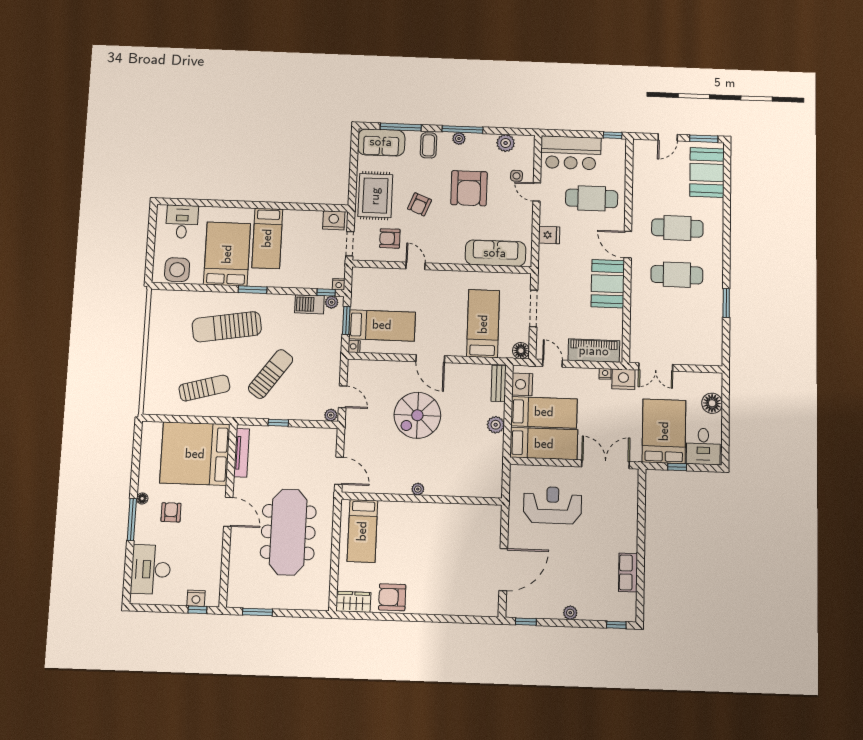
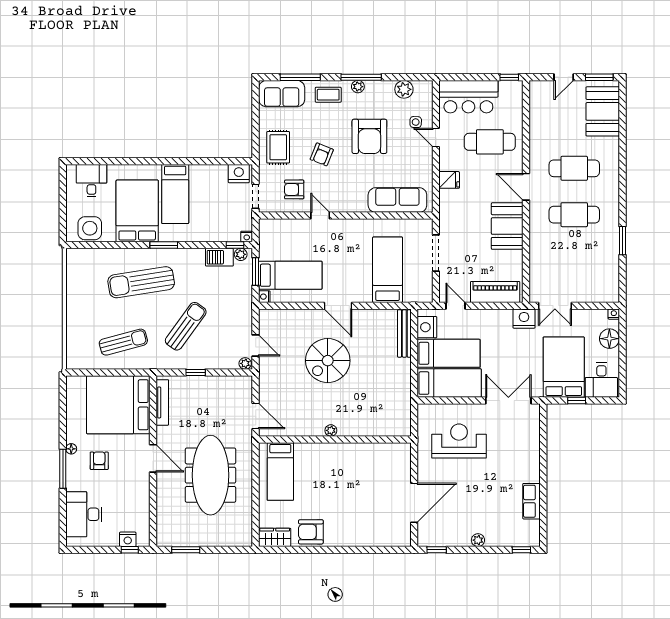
coffee table: (429, 145) -> (328, 95), turned 90
rug: (375, 196) -> (278, 147), width x0.73, depth x0.70
floor lamp: (521, 351) -> (425, 295), removed
nightstand: (605, 374) -> (614, 314), moved
bench: (499, 383) -> (404, 333), width x1.36
plant: (496, 425) -> (403, 367), removed

